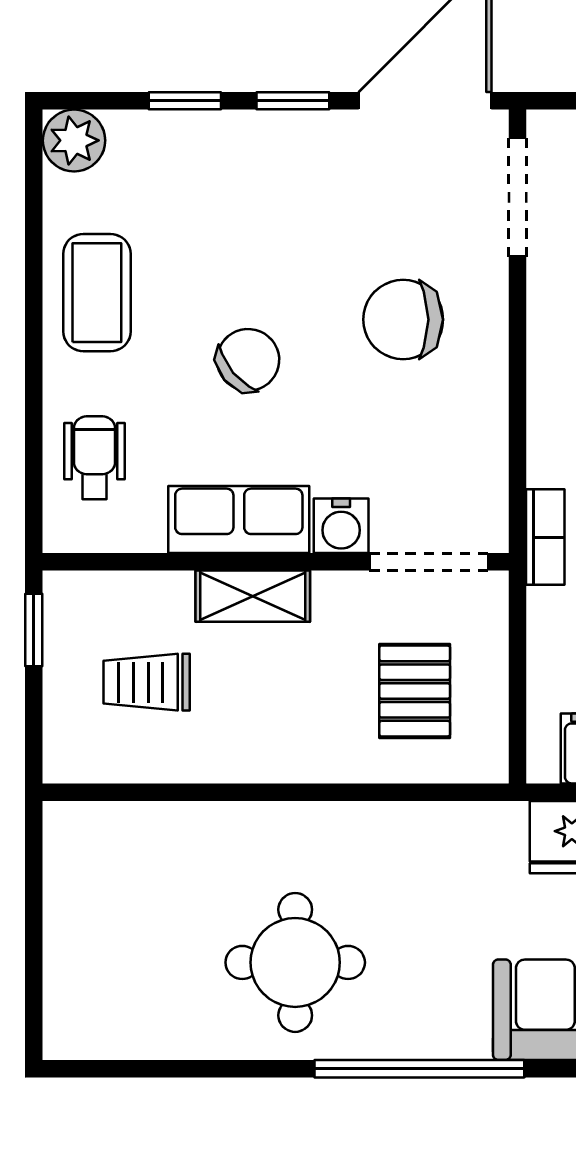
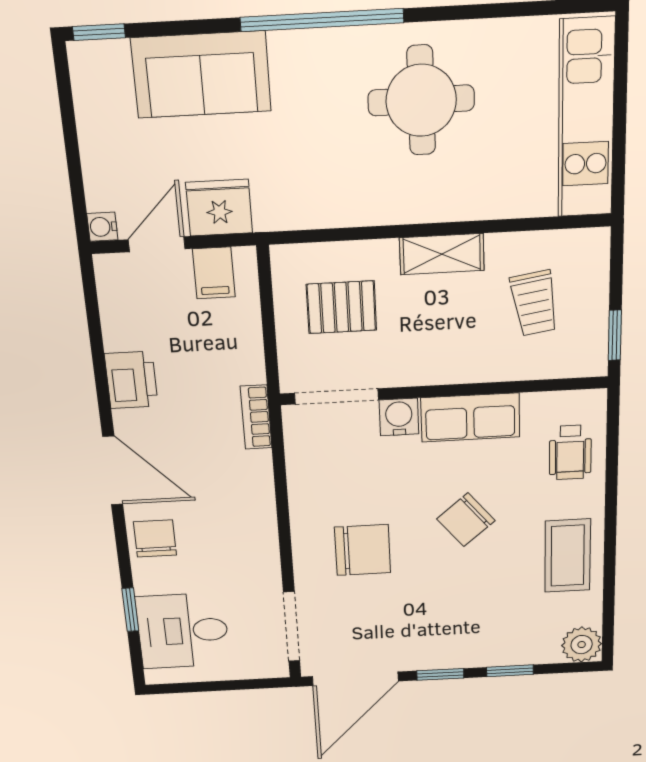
shelving: (253, 596) -> (442, 254), moved
trolley: (147, 682) -> (534, 303), turned 81
pallet: (415, 691) -> (341, 307), turned 90
kitchen unit: (78, 928) -> (586, 119), added

